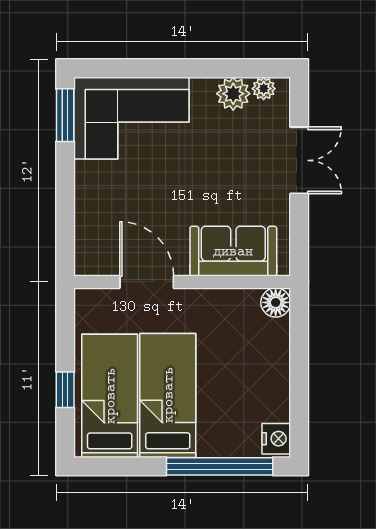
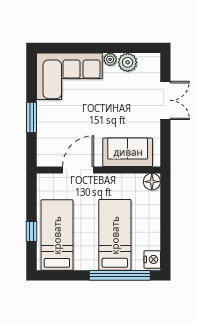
plant: (264, 89) -> (110, 59), moved
window: (65, 115) -> (31, 117), moved
door: (147, 282) -> (78, 170), hinge flipped
bed: (168, 395) -> (115, 235), moved

